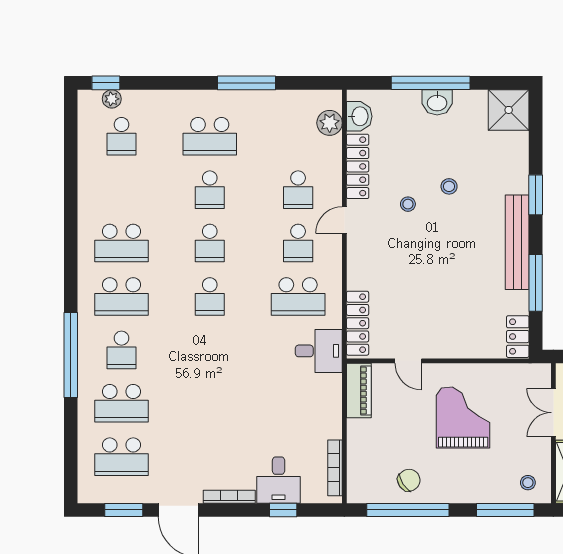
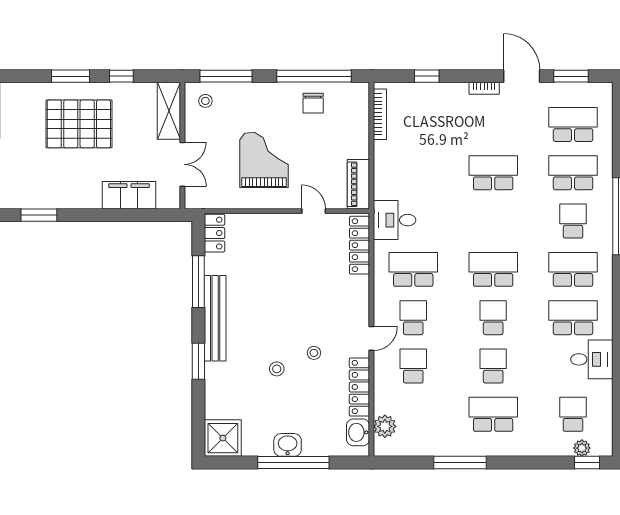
school desk: (210, 296) -> (493, 269), width x1.85
school desk: (210, 403) -> (493, 173), added
grand piano: (463, 417) -> (264, 160), turned 180
desk: (279, 480) -> (592, 359), moved, turned 90
chair: (409, 480) -> (313, 103), turned -57
bookcase: (229, 497) -> (484, 88), width x0.64

